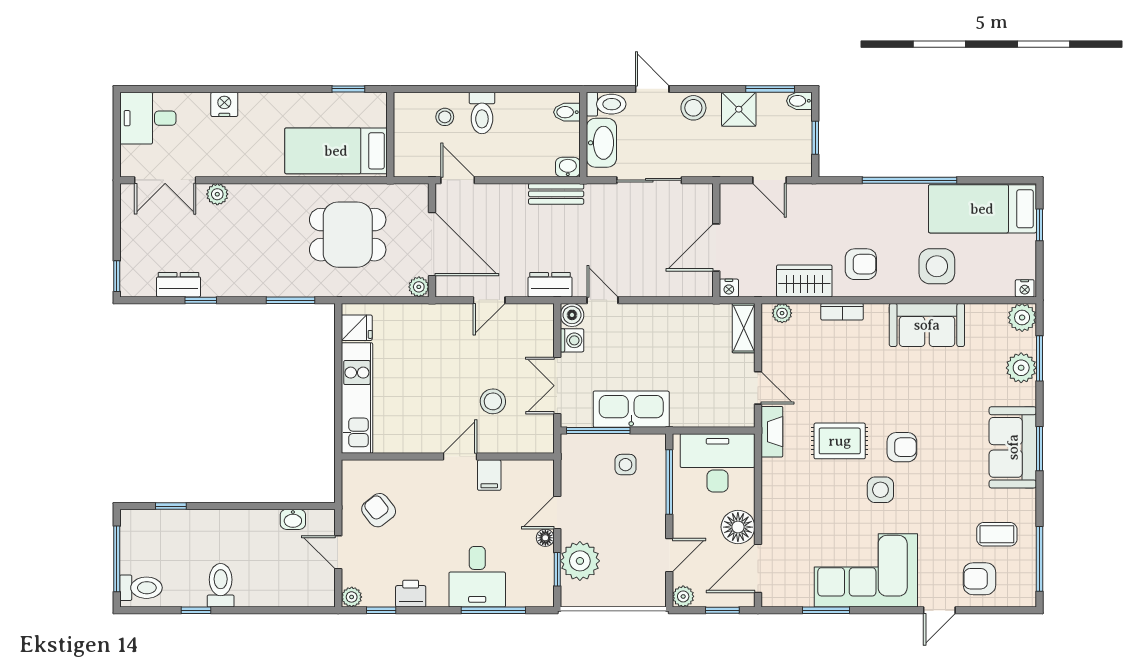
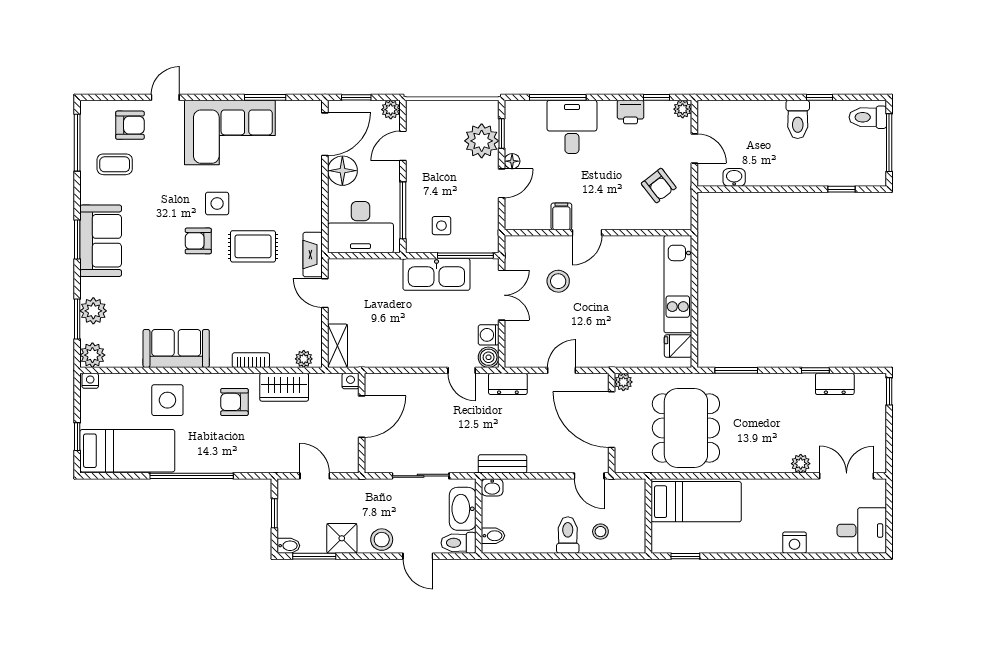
dining table: (348, 235) -> (686, 428), width x1.38

